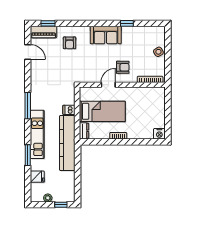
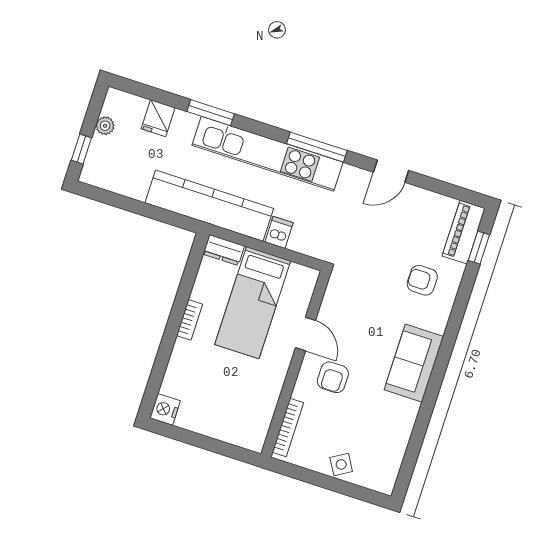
window: (127, 23) -> (424, 417), removed
door: (28, 52) -> (391, 171), moved
kitchen unit: (37, 134) -> (267, 154), width x1.36

